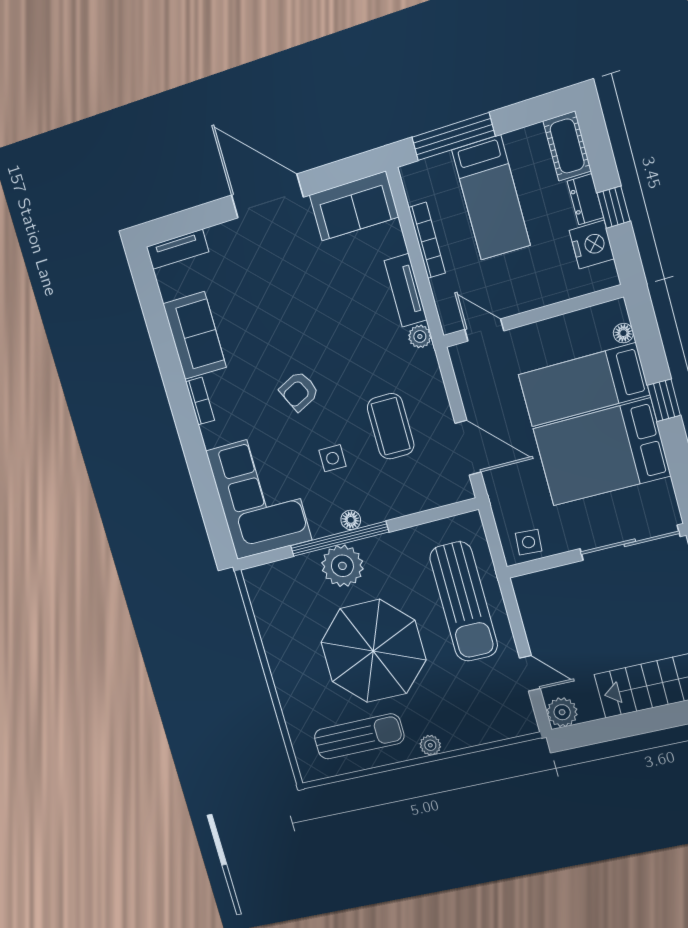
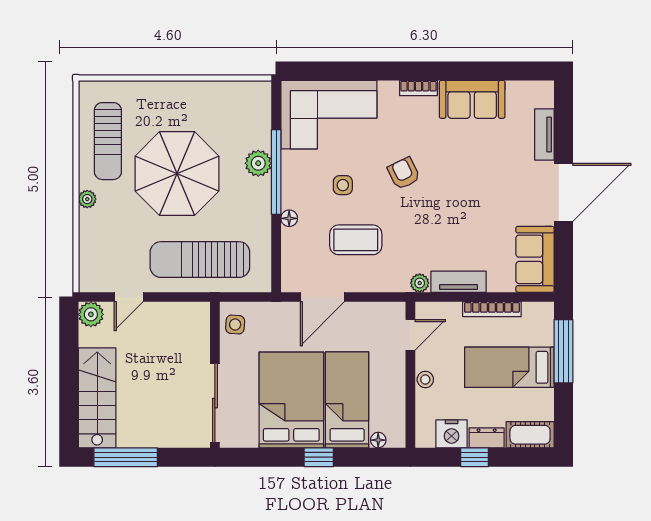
tv unit: (177, 249) -> (544, 135), moved
stool: (533, 296) -> (425, 380), added
floor lamp: (351, 520) -> (289, 218), moved
plant: (342, 566) -> (258, 163), width x0.73, depth x0.73

